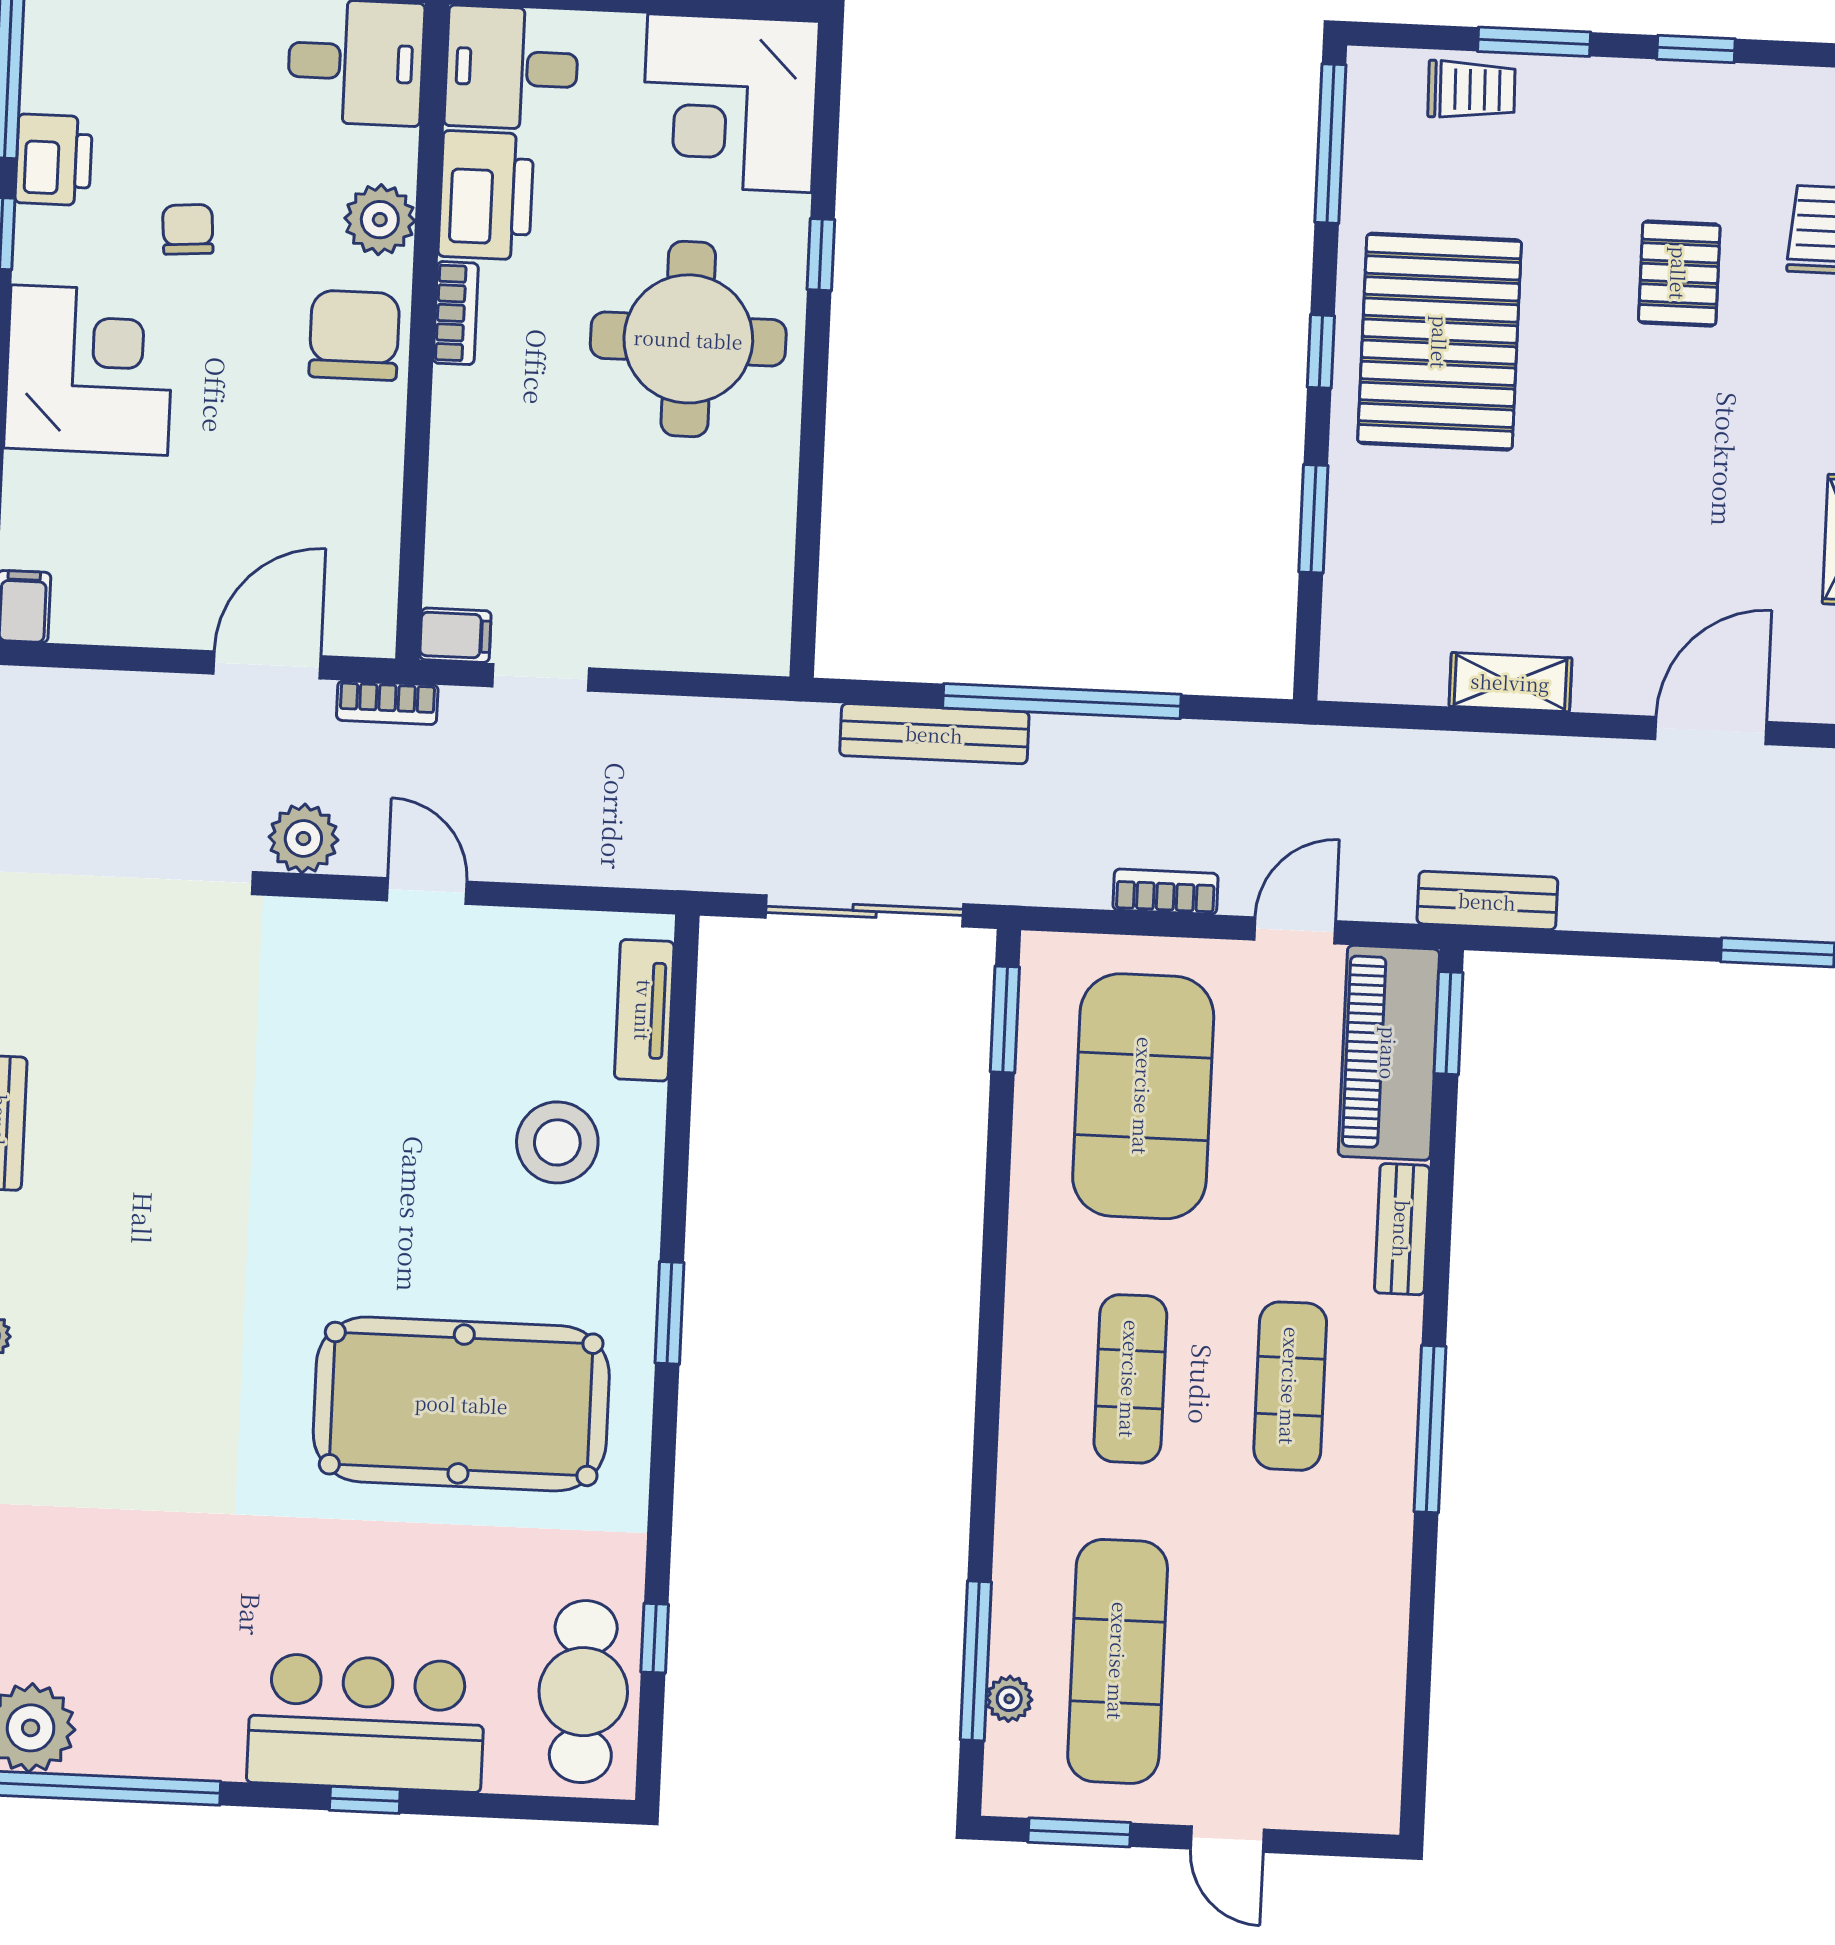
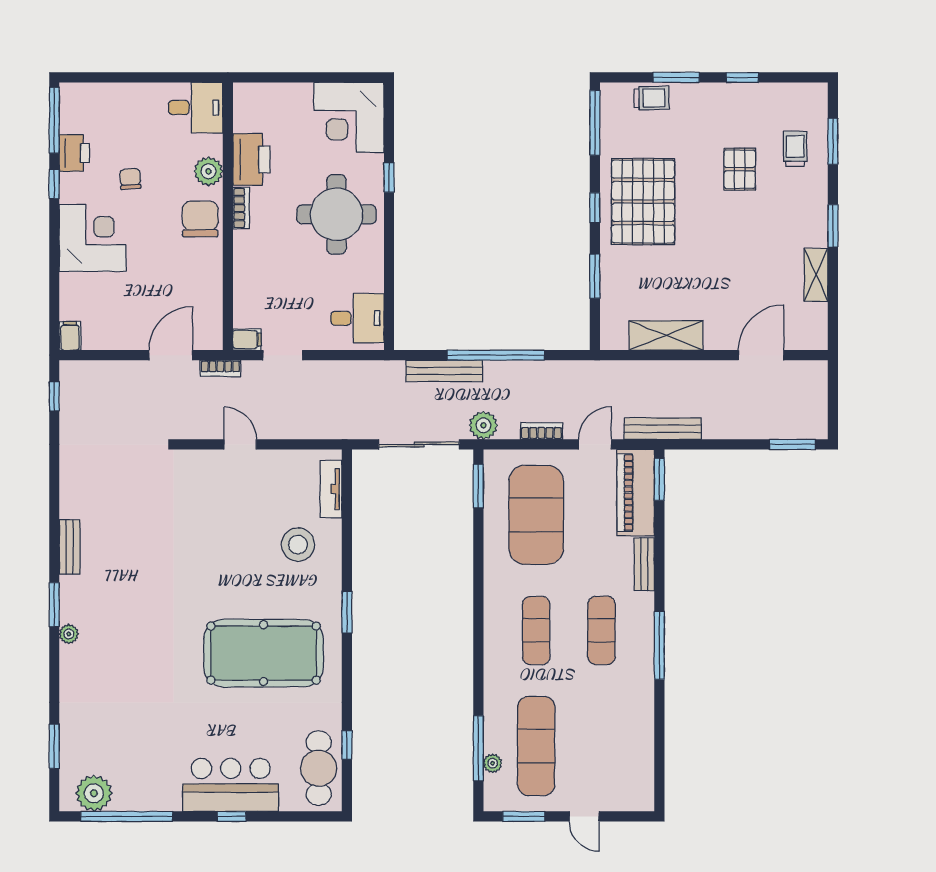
desk: (512, 68) -> (357, 318), moved, turned 180
shelving: (1510, 682) -> (666, 335), width x1.50, depth x1.33
plant: (303, 839) -> (483, 425), moved
bench: (1487, 901) -> (663, 429), width x1.36

